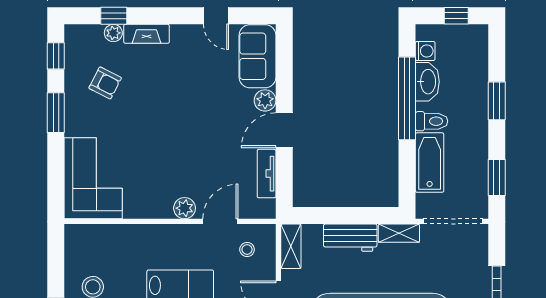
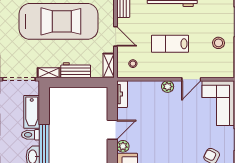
tv unit: (267, 174) -> (122, 94), moved
door: (220, 221) -> (191, 79), moved

